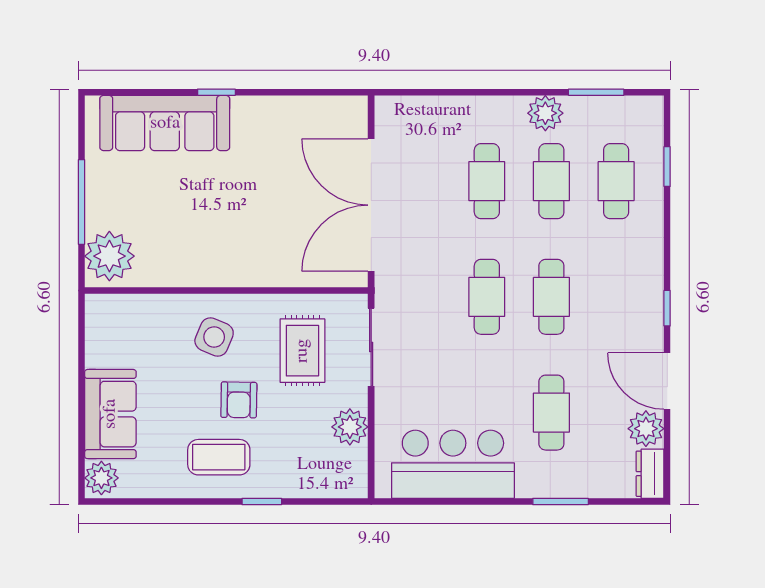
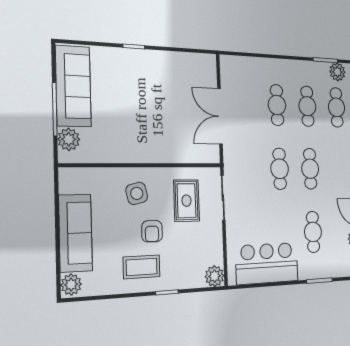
plant: (545, 113) -> (337, 72), moved
sofa: (165, 123) -> (73, 86), moved, turned -90
double door: (371, 205) -> (220, 116), width x0.73
plant: (109, 256) -> (69, 139), width x0.73, depth x0.73
side table: (214, 337) -> (137, 193), turned -36
sofa: (110, 414) -> (76, 233), width x1.36
plant: (350, 427) -> (215, 276), moved

